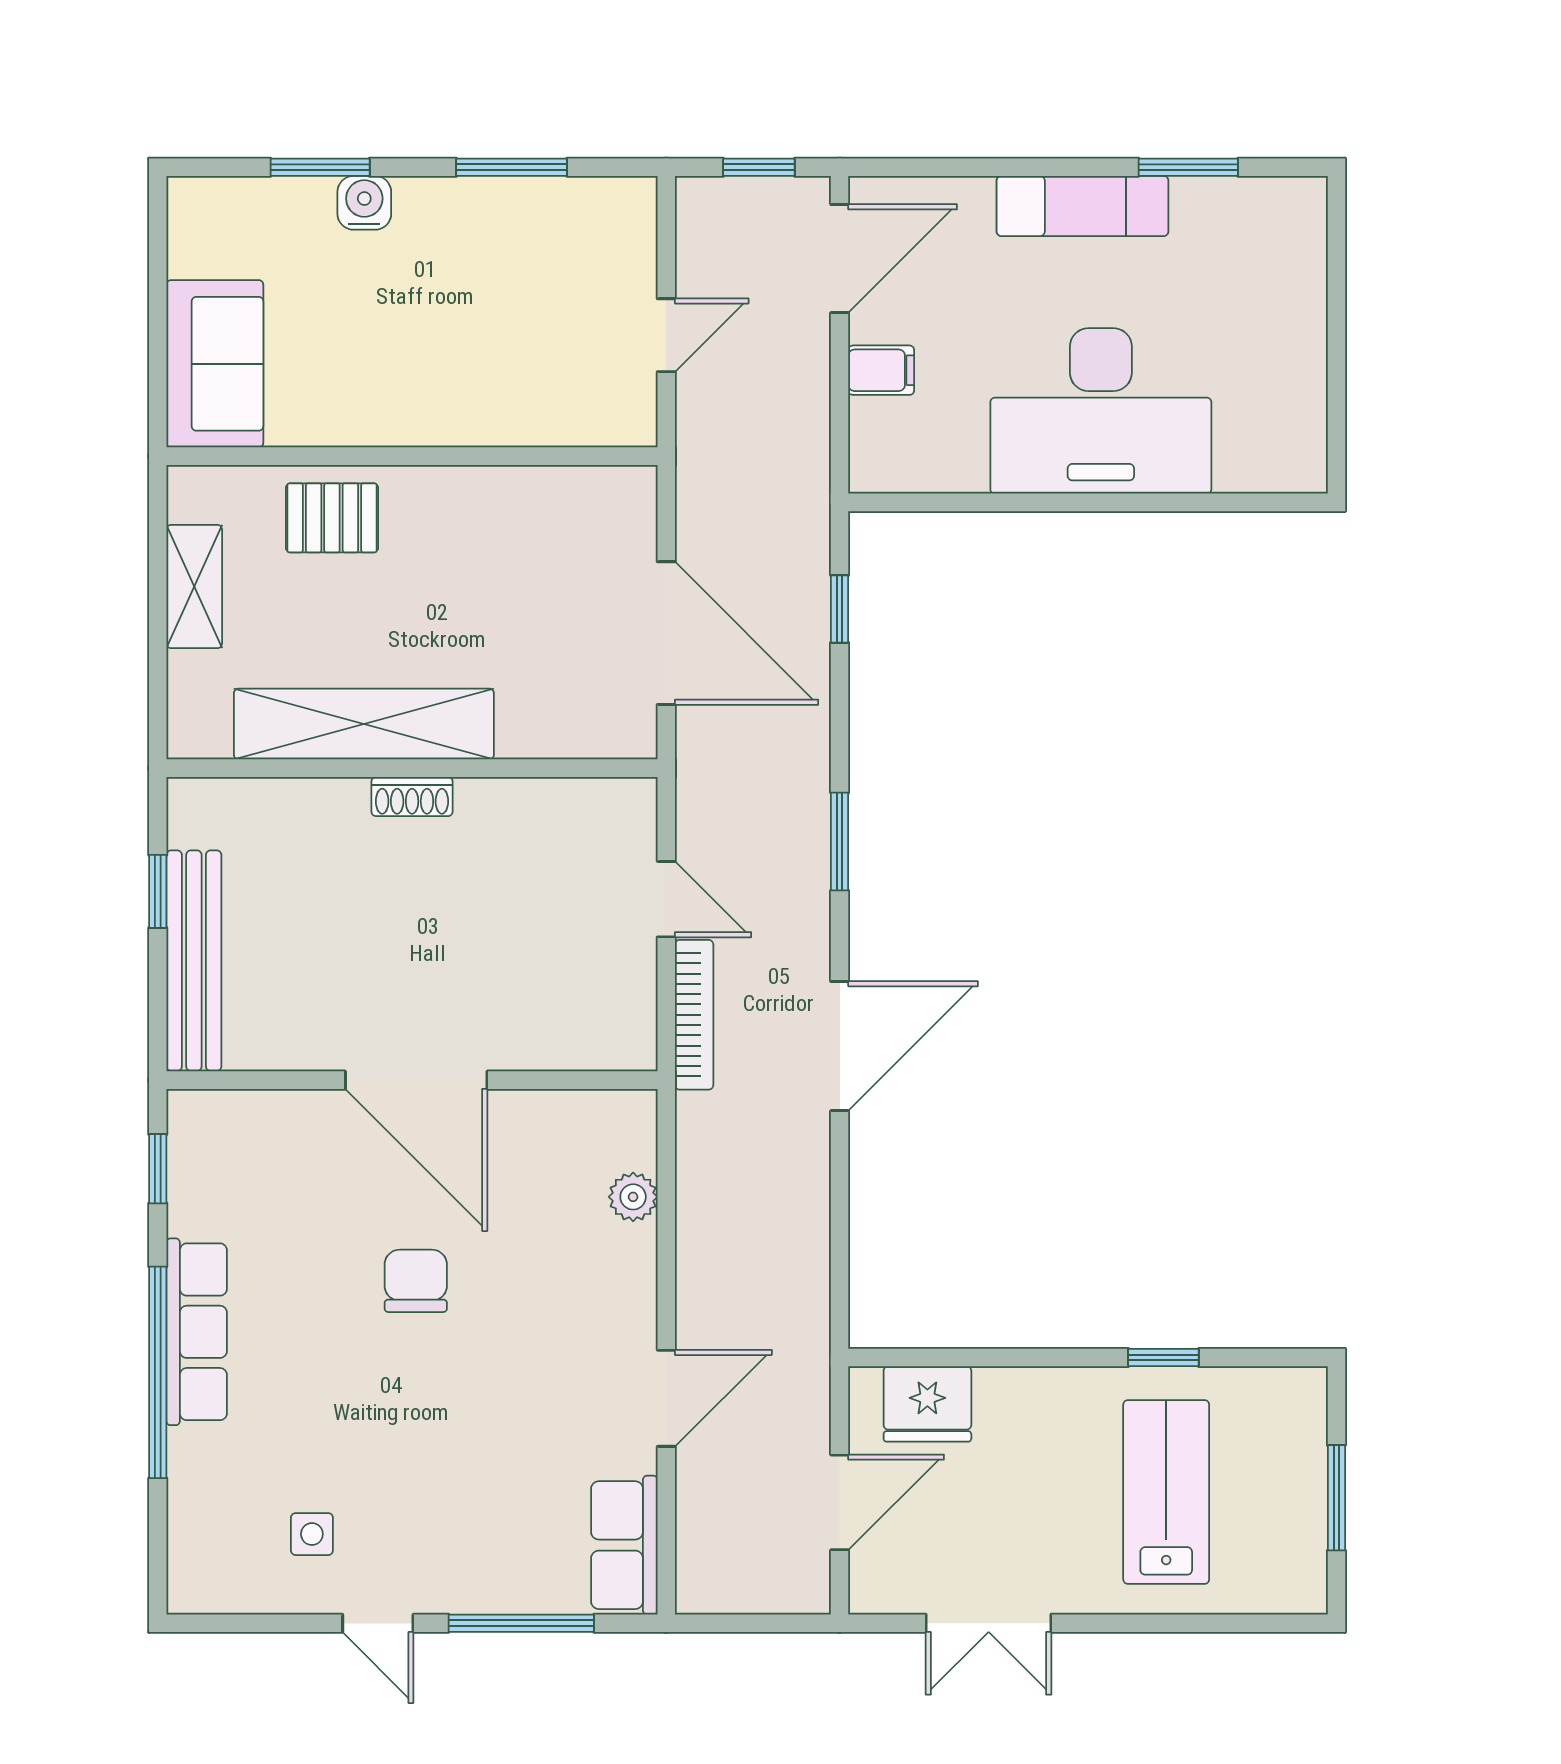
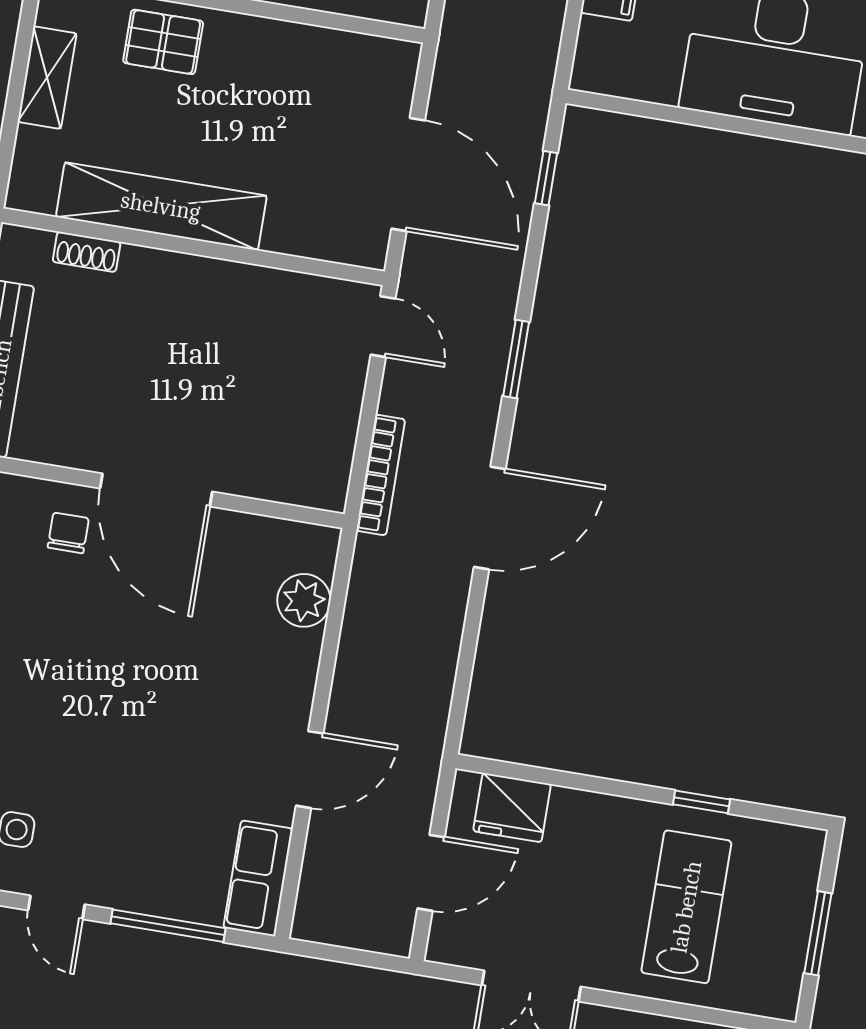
shoe rack: (412, 797) -> (87, 252), moved
door: (666, 899) -> (383, 327), moved
plant: (633, 1197) -> (304, 600), width x1.38, depth x1.38
chair: (416, 1281) -> (68, 533), moved, width x0.73, depth x0.73

